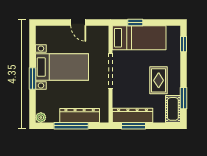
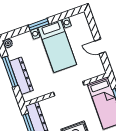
door: (78, 23) -> (100, 46), hinge flipped

